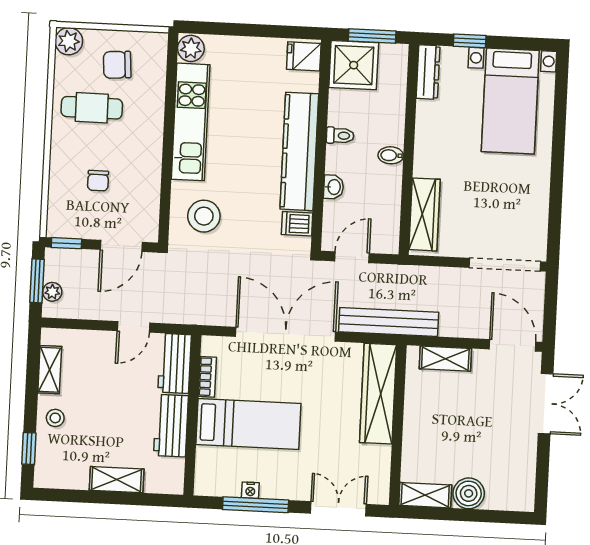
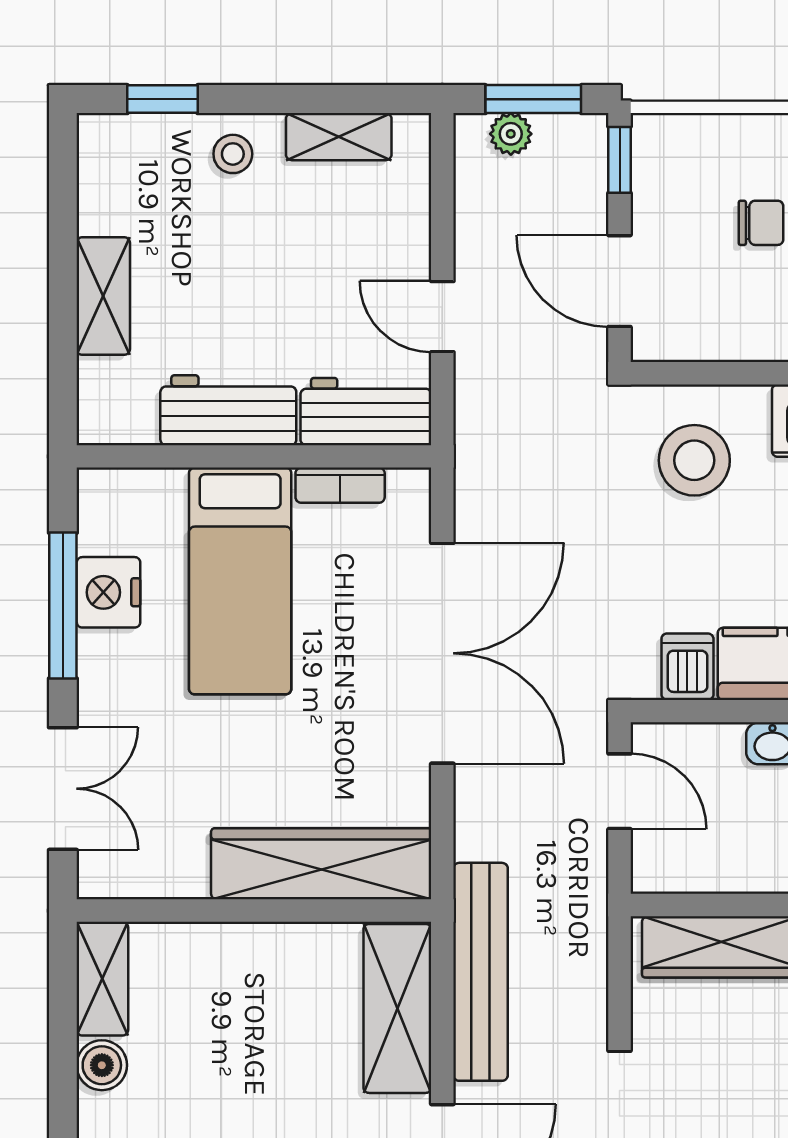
chair: (98, 181) -> (761, 223), turned 180
bench: (389, 322) -> (481, 972), moved
shelving: (445, 359) -> (397, 1008), width x1.50, depth x1.33
nightstand: (250, 490) -> (108, 592), width x1.89, depth x1.79
boiler: (469, 493) -> (102, 1065), width x0.73, depth x0.73

